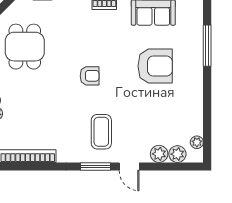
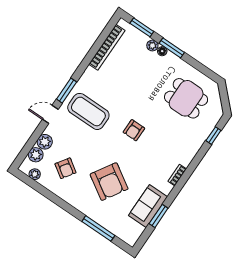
armchair: (155, 66) -> (109, 182), turned -58
armchair: (171, 117) -> (65, 168), added
coffee table: (101, 132) -> (88, 111), width x1.36, depth x1.32

